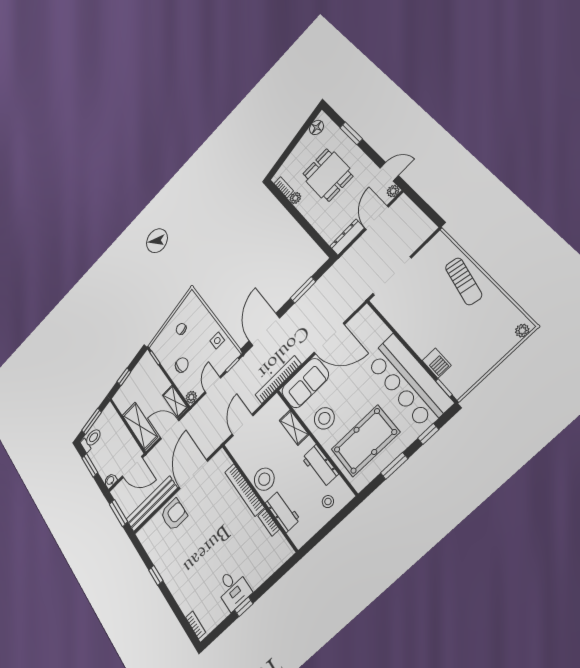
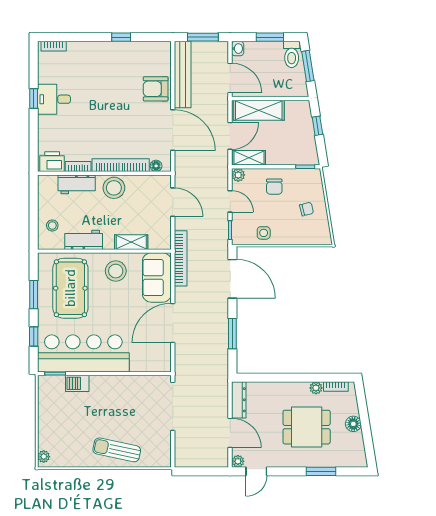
floor lamp: (316, 127) -> (353, 424), moved
floor lamp: (226, 462) -> (156, 166), added
door: (132, 467) -> (230, 78), swing flipped
armchair: (174, 515) -> (156, 89), turned 90
printer: (280, 547) -> (52, 162), added

